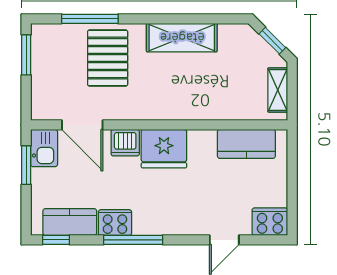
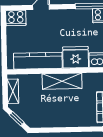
shelving: (182, 38) -> (62, 81), moved
kitchen counter: (246, 144) -> (38, 61), width x1.50

